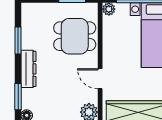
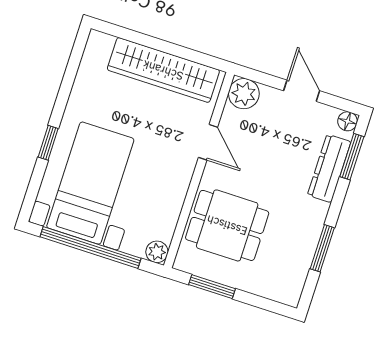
dresser: (28, 69) -> (329, 168), moved

